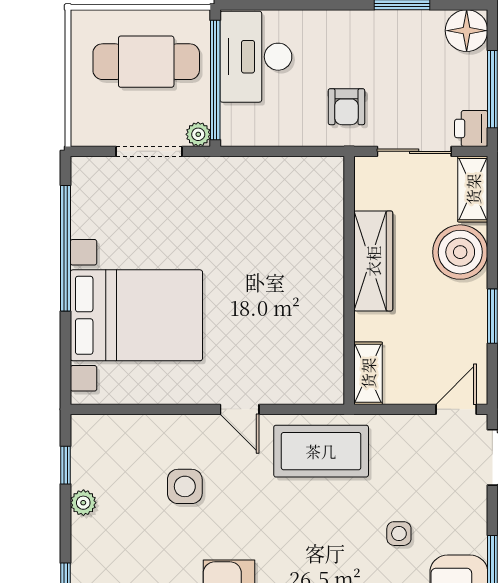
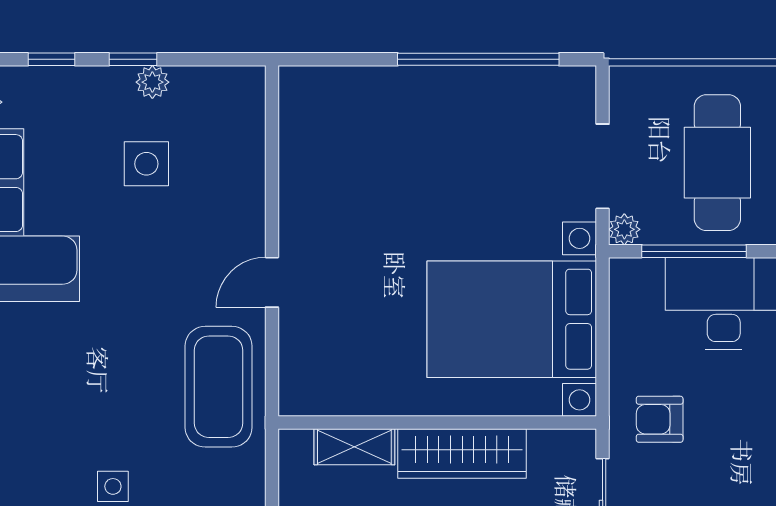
window: (215, 80) -> (694, 251), width x0.68
bed with nightstands: (136, 315) -> (512, 319), moved, turned 90
shelving: (368, 373) -> (354, 447), moved
window: (66, 465) -> (133, 59), moved
side table: (185, 486) -> (146, 164), moved

